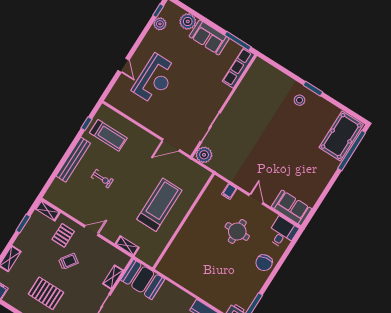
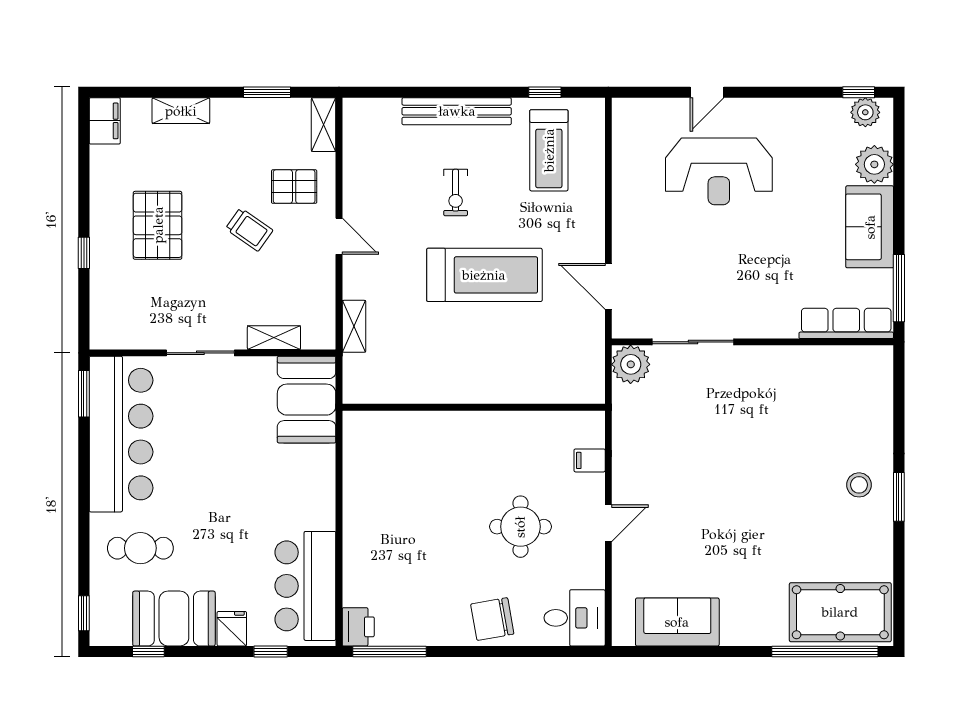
plant: (160, 24) -> (865, 112), moved
treadmill: (159, 205) -> (484, 275), moved
sofa: (292, 208) -> (677, 622), moved, turned -90

